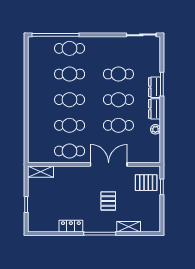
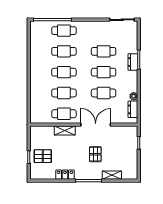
dresser: (155, 109) -> (133, 109), moved
shelving: (40, 172) -> (65, 131), moved
pallet: (146, 183) -> (43, 156), moved

